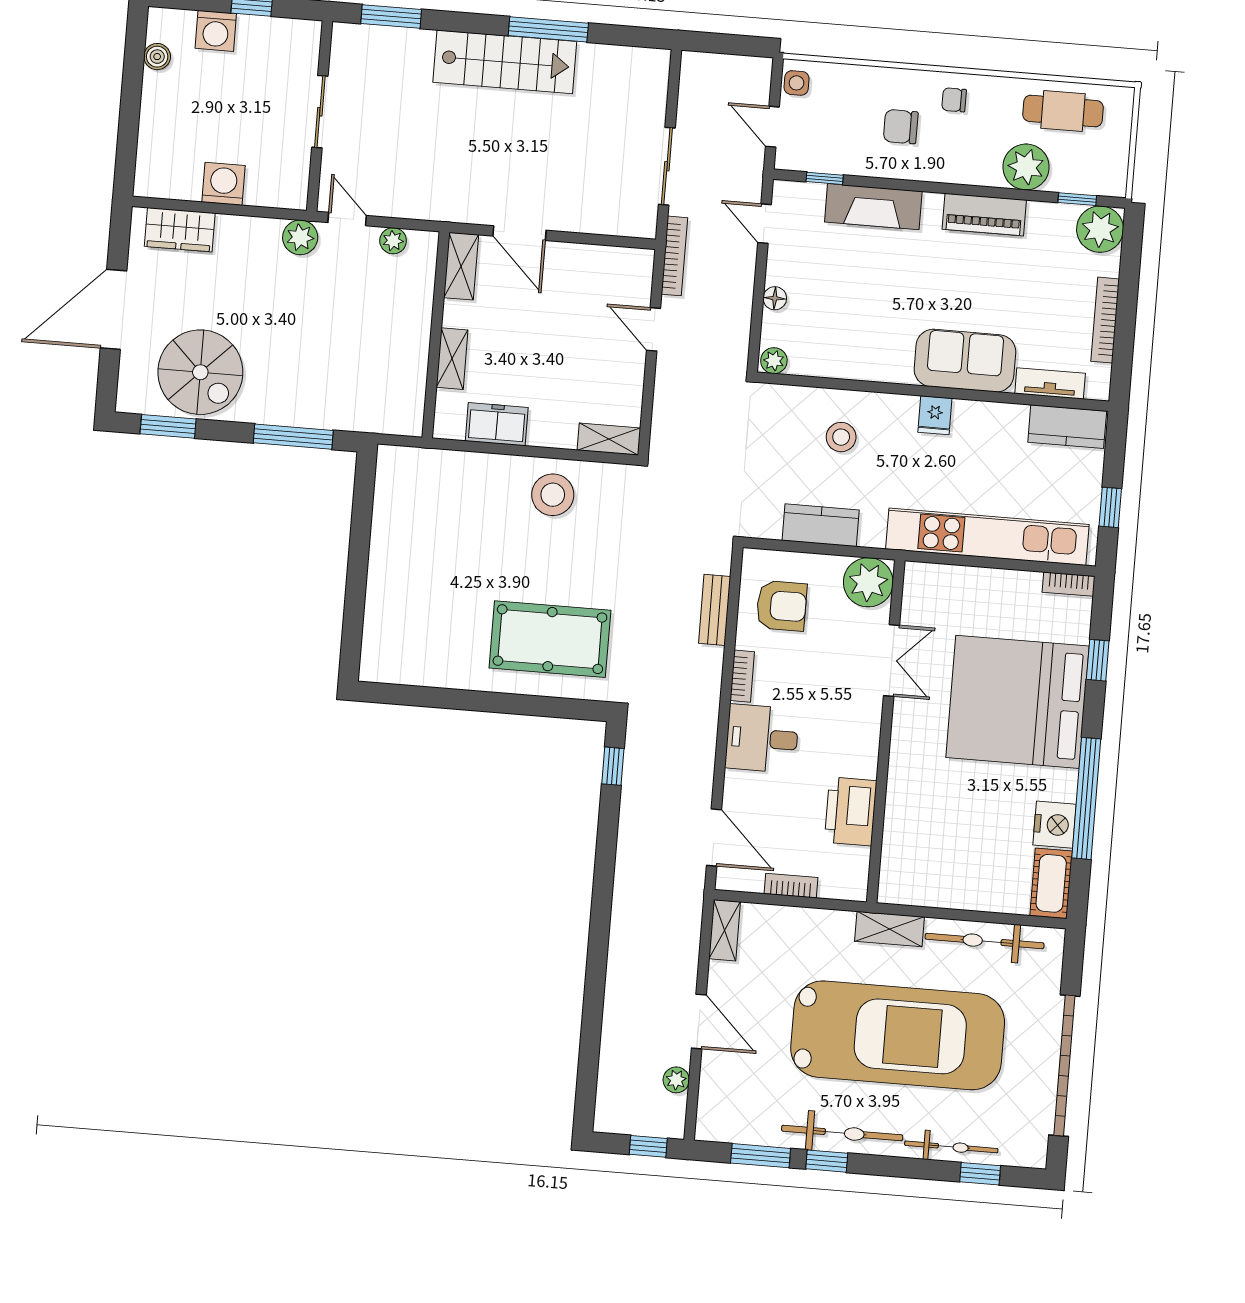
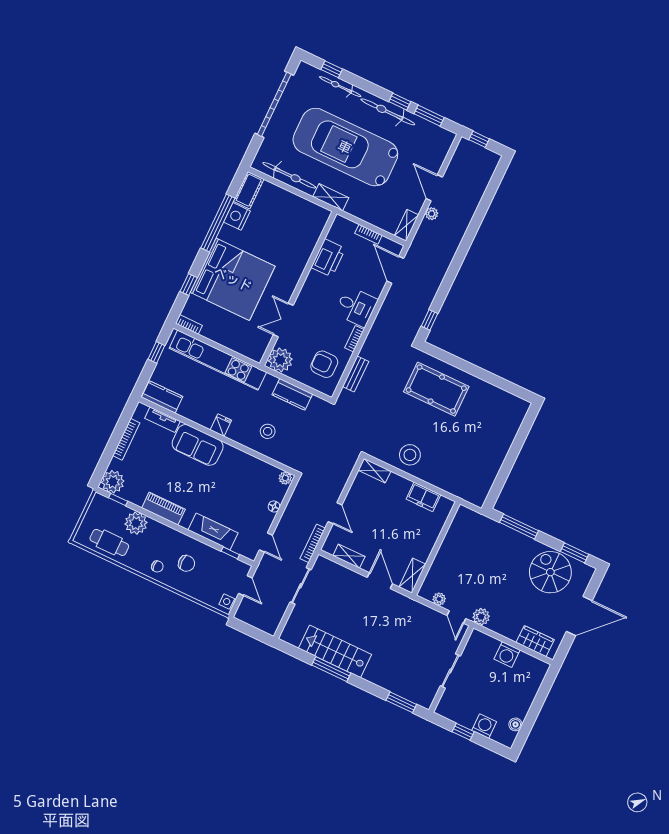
stairs: (505, 62) -> (335, 651), moved
shelving: (452, 359) -> (349, 556), moved, turned 90
plant: (676, 1080) -> (432, 214), moved

